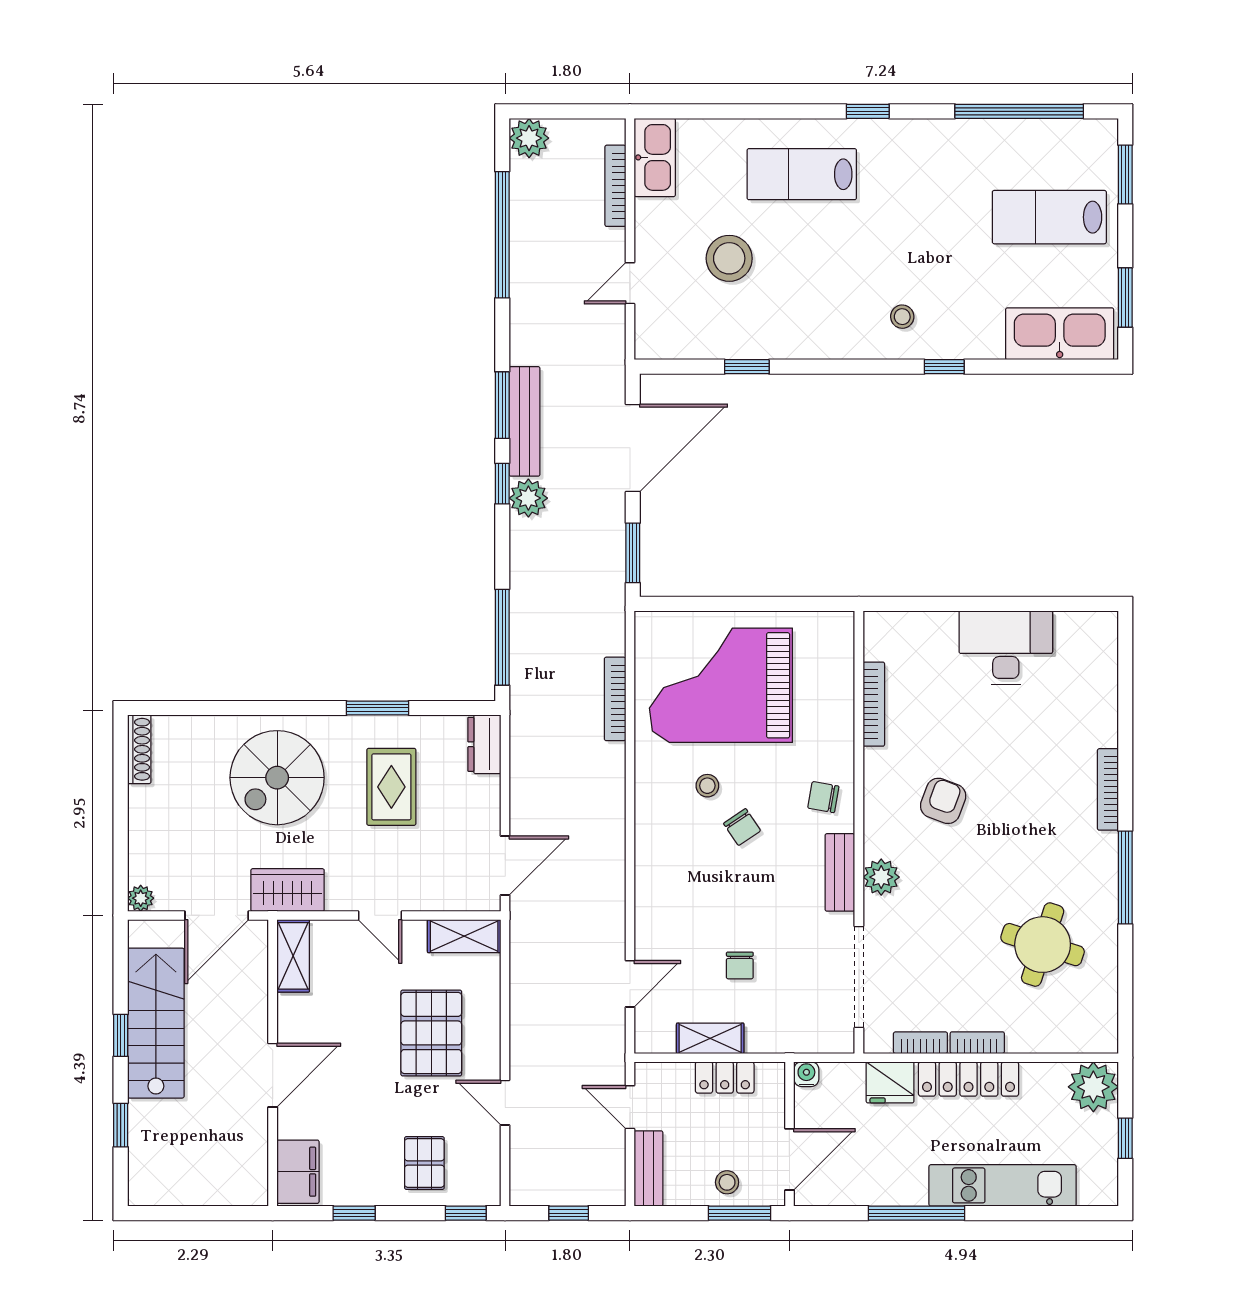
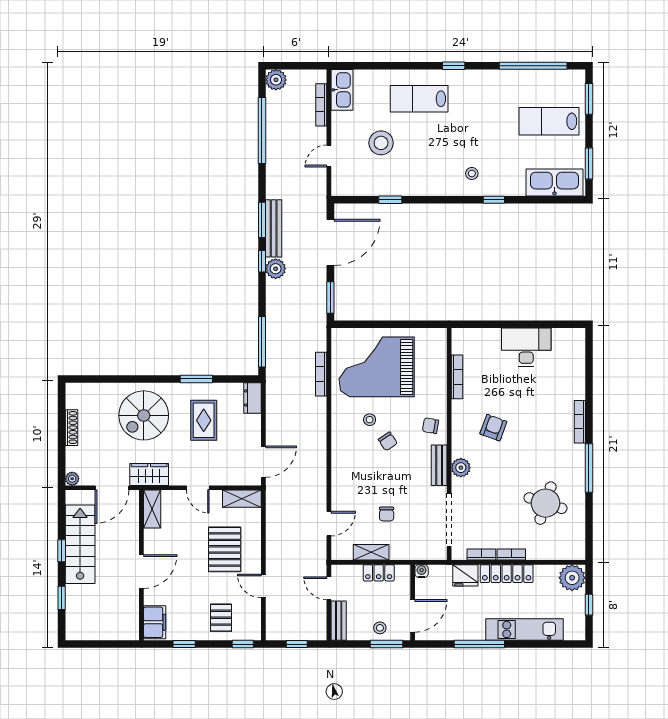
shoe rack: (139, 749) -> (71, 428), moved

